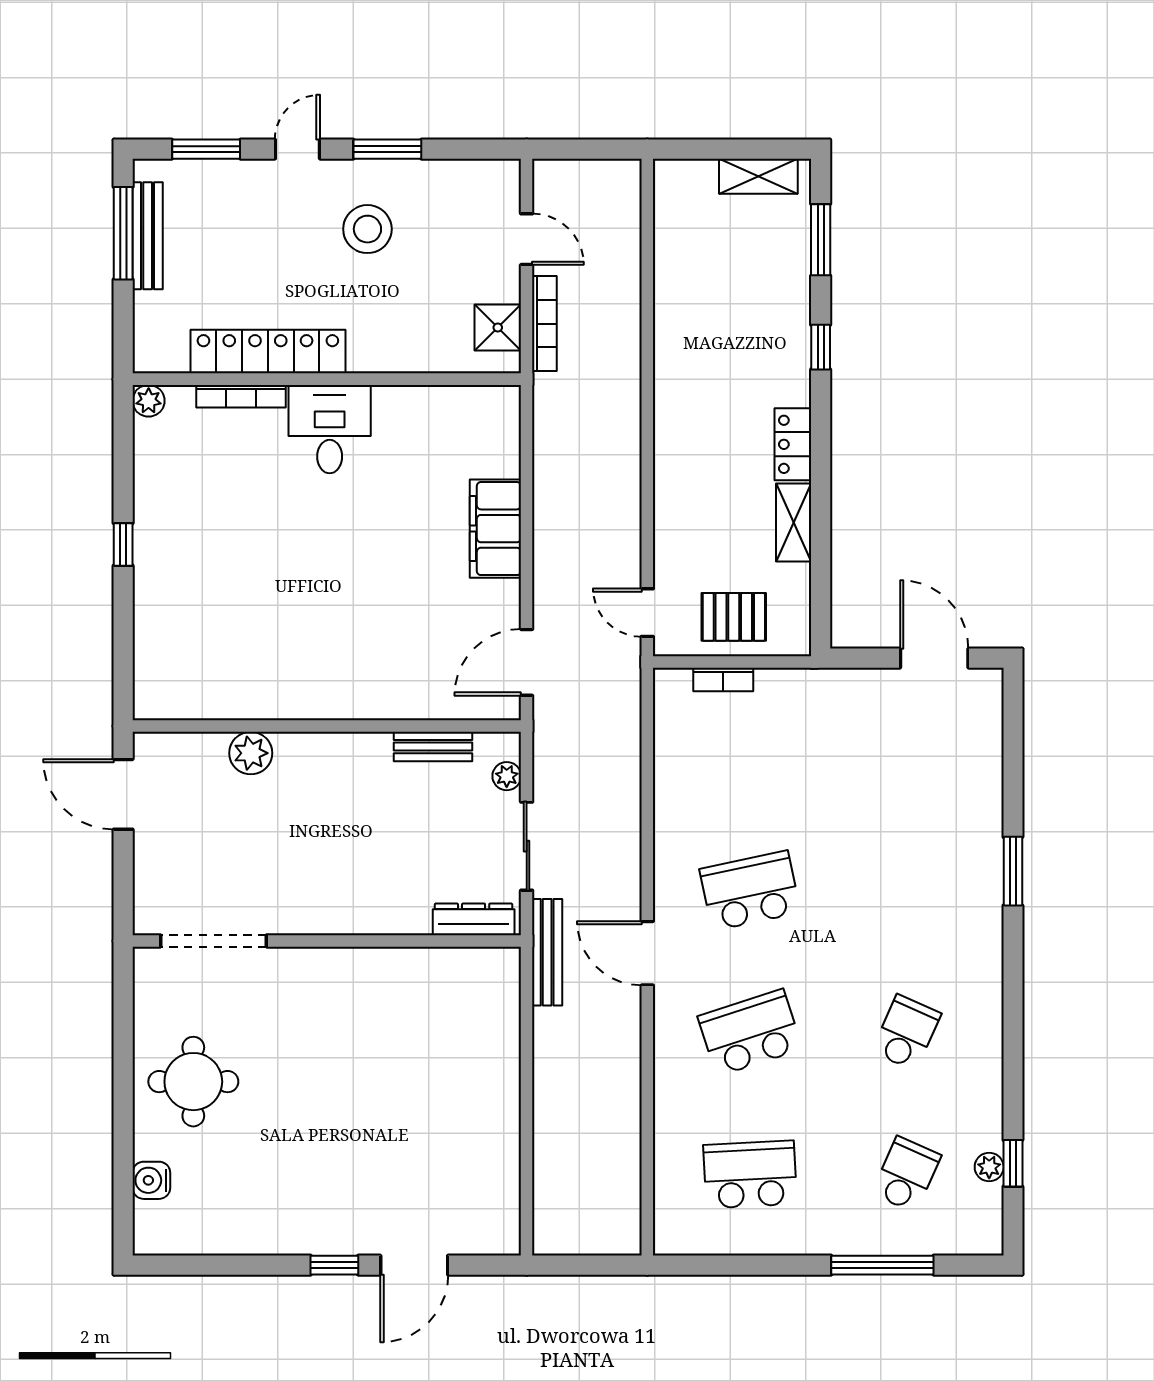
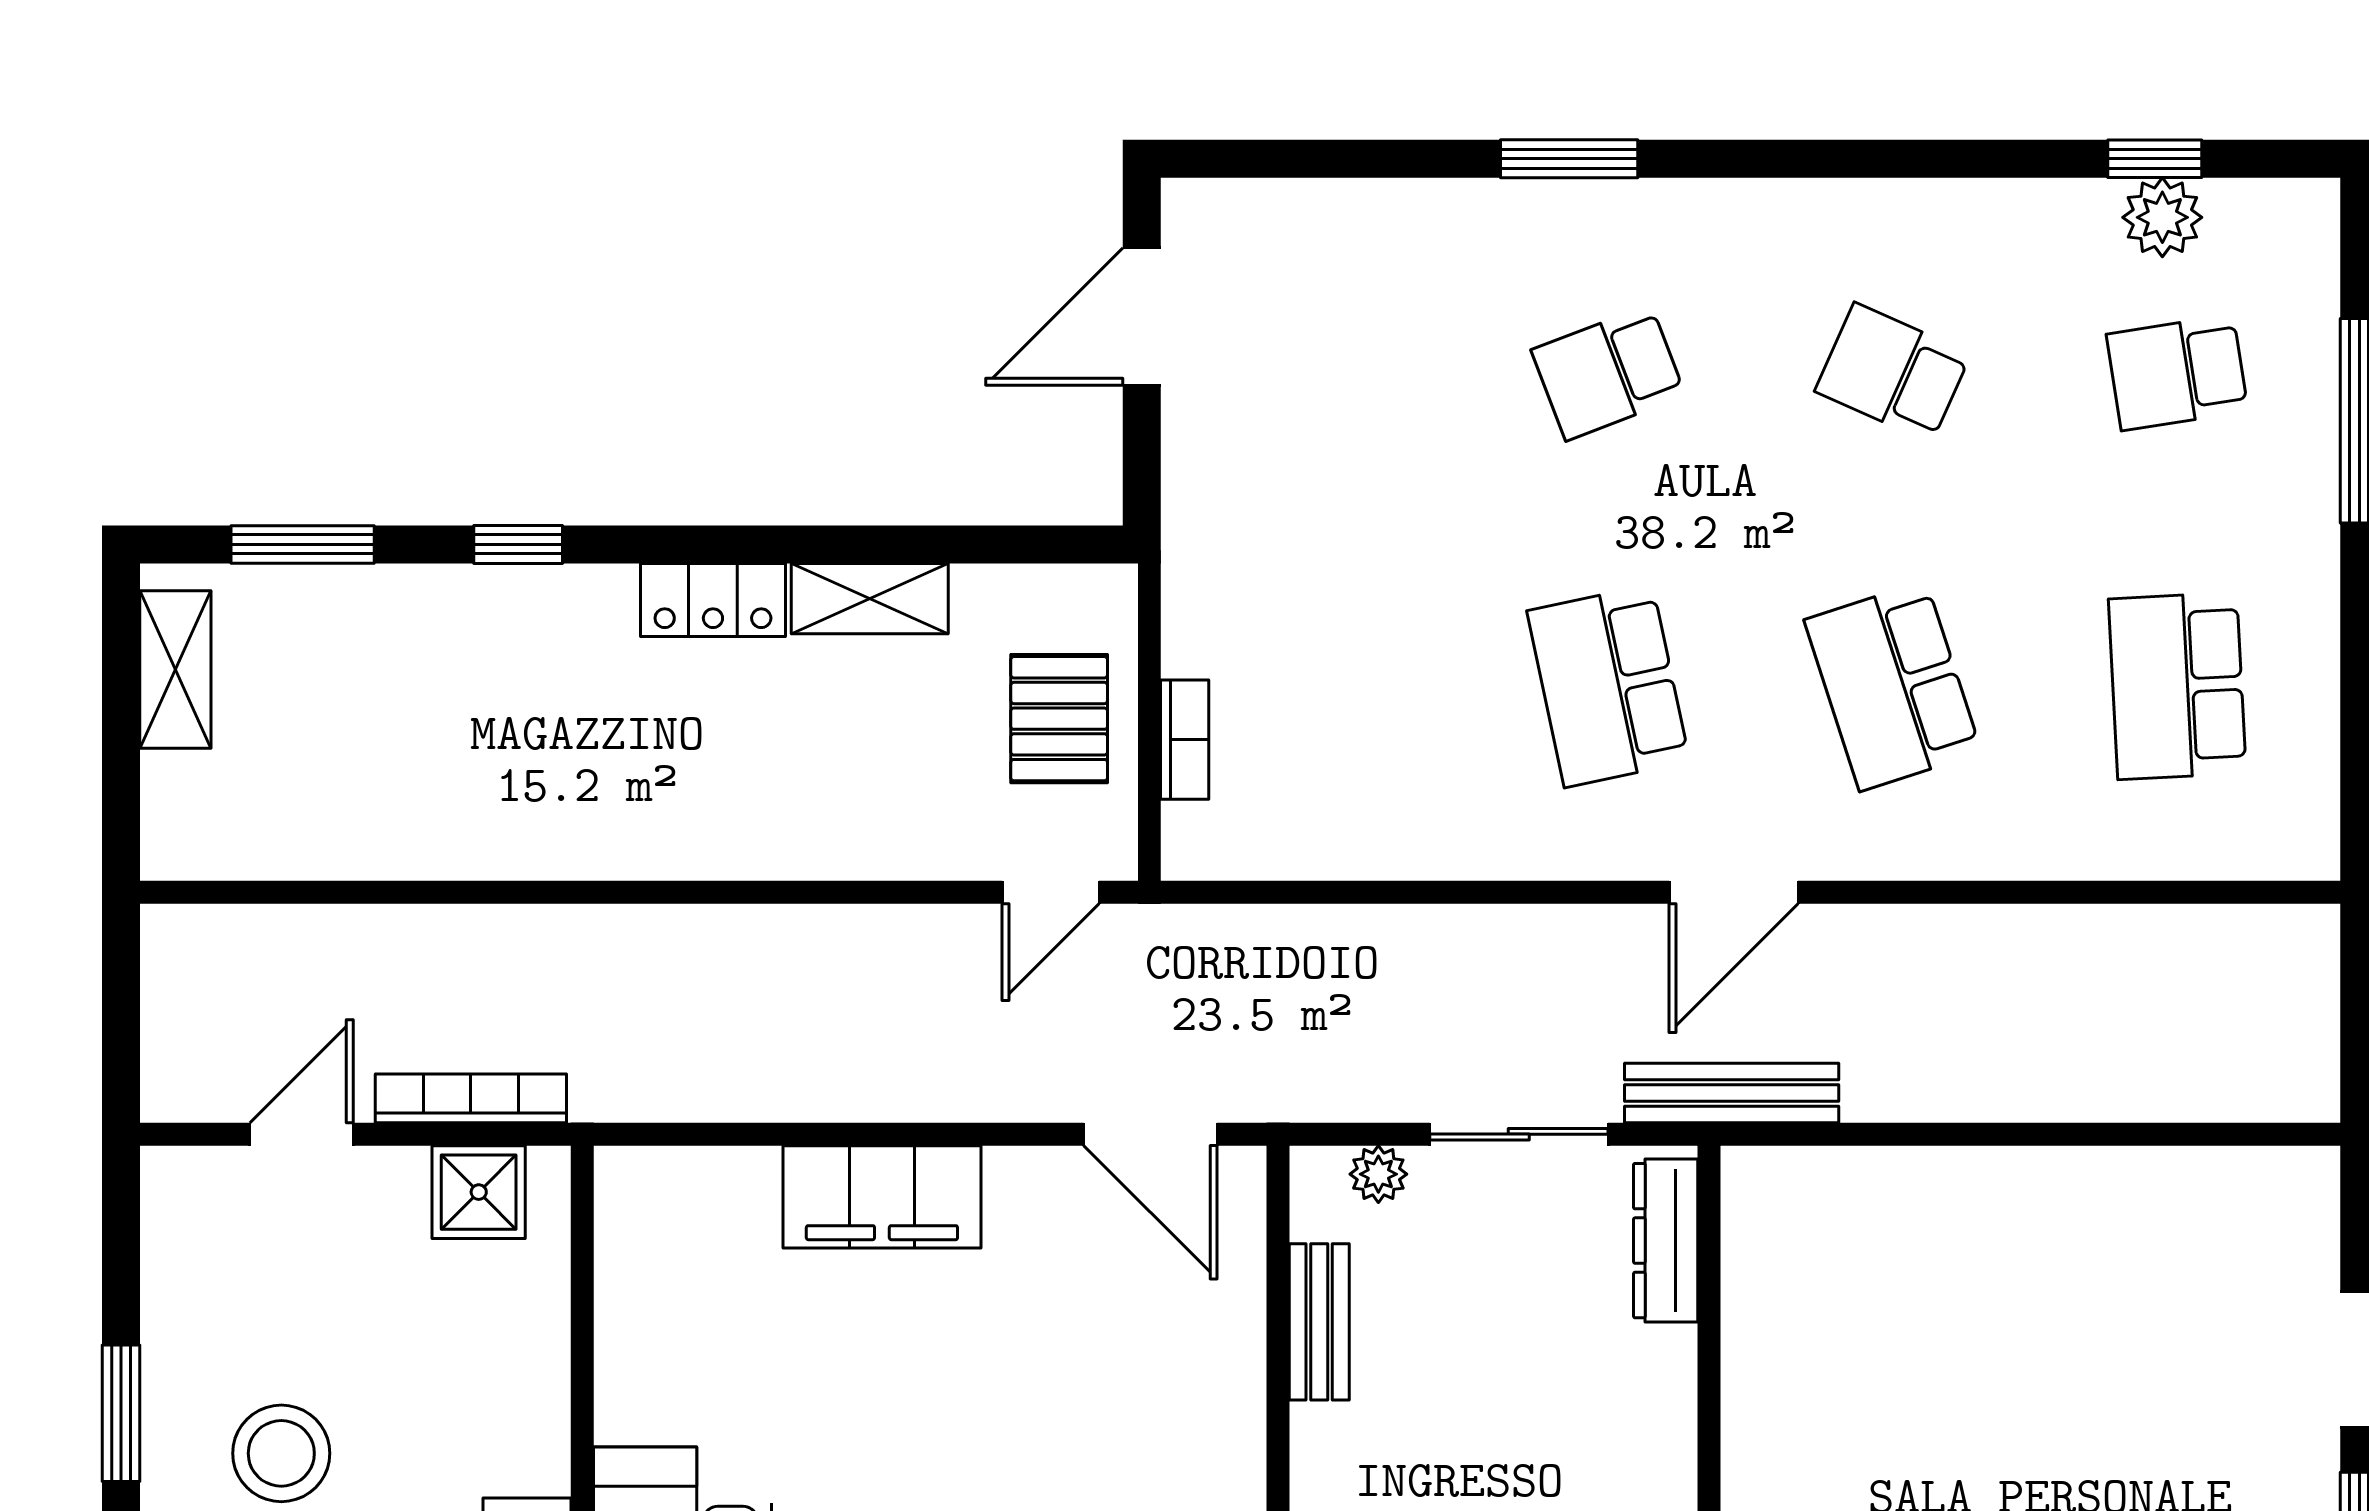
school desk: (906, 891) -> (1608, 373), added
plant: (989, 1167) -> (2162, 217), width x1.38, depth x1.38
school desk: (906, 1174) -> (2177, 373), turned -33

